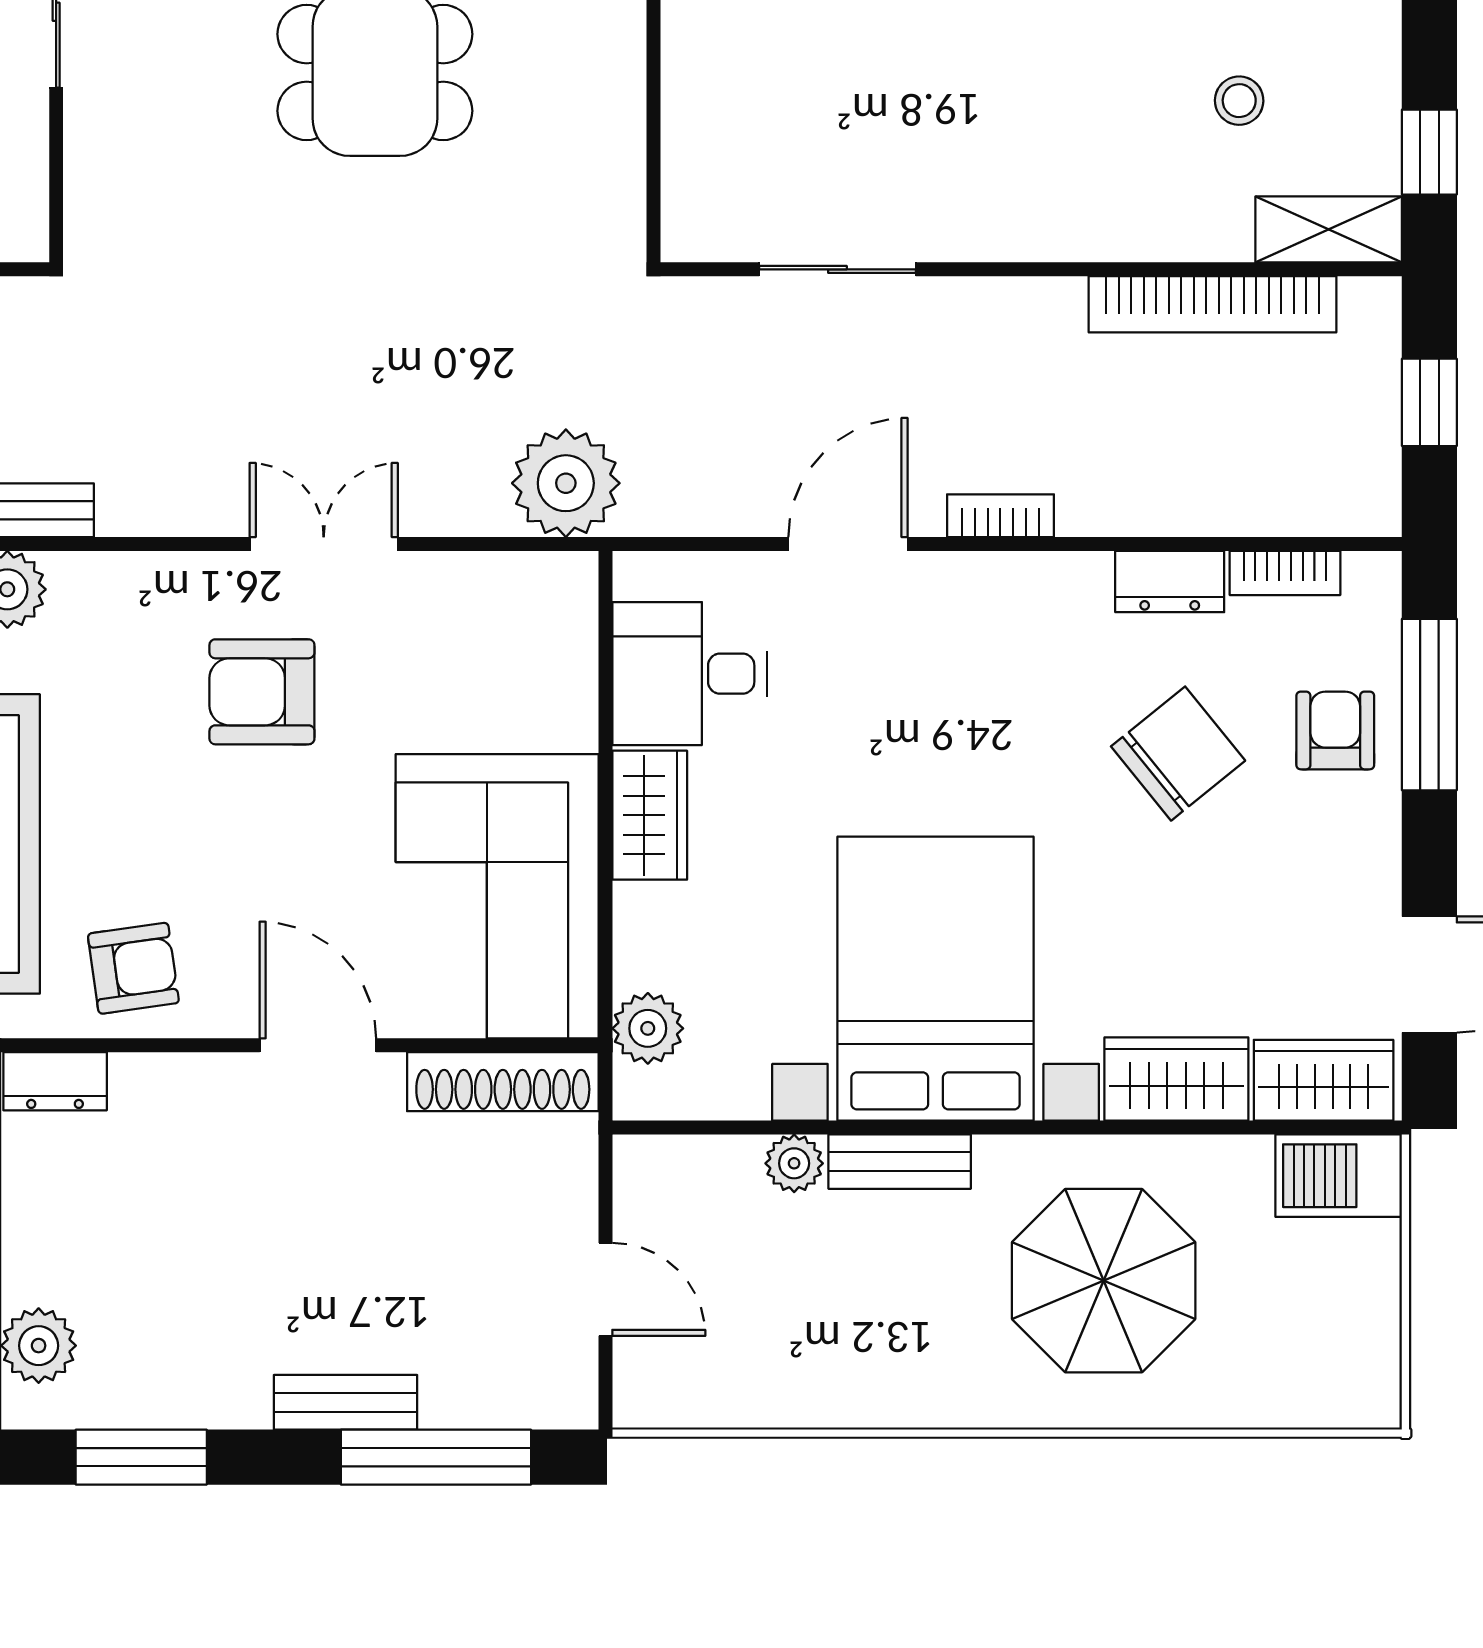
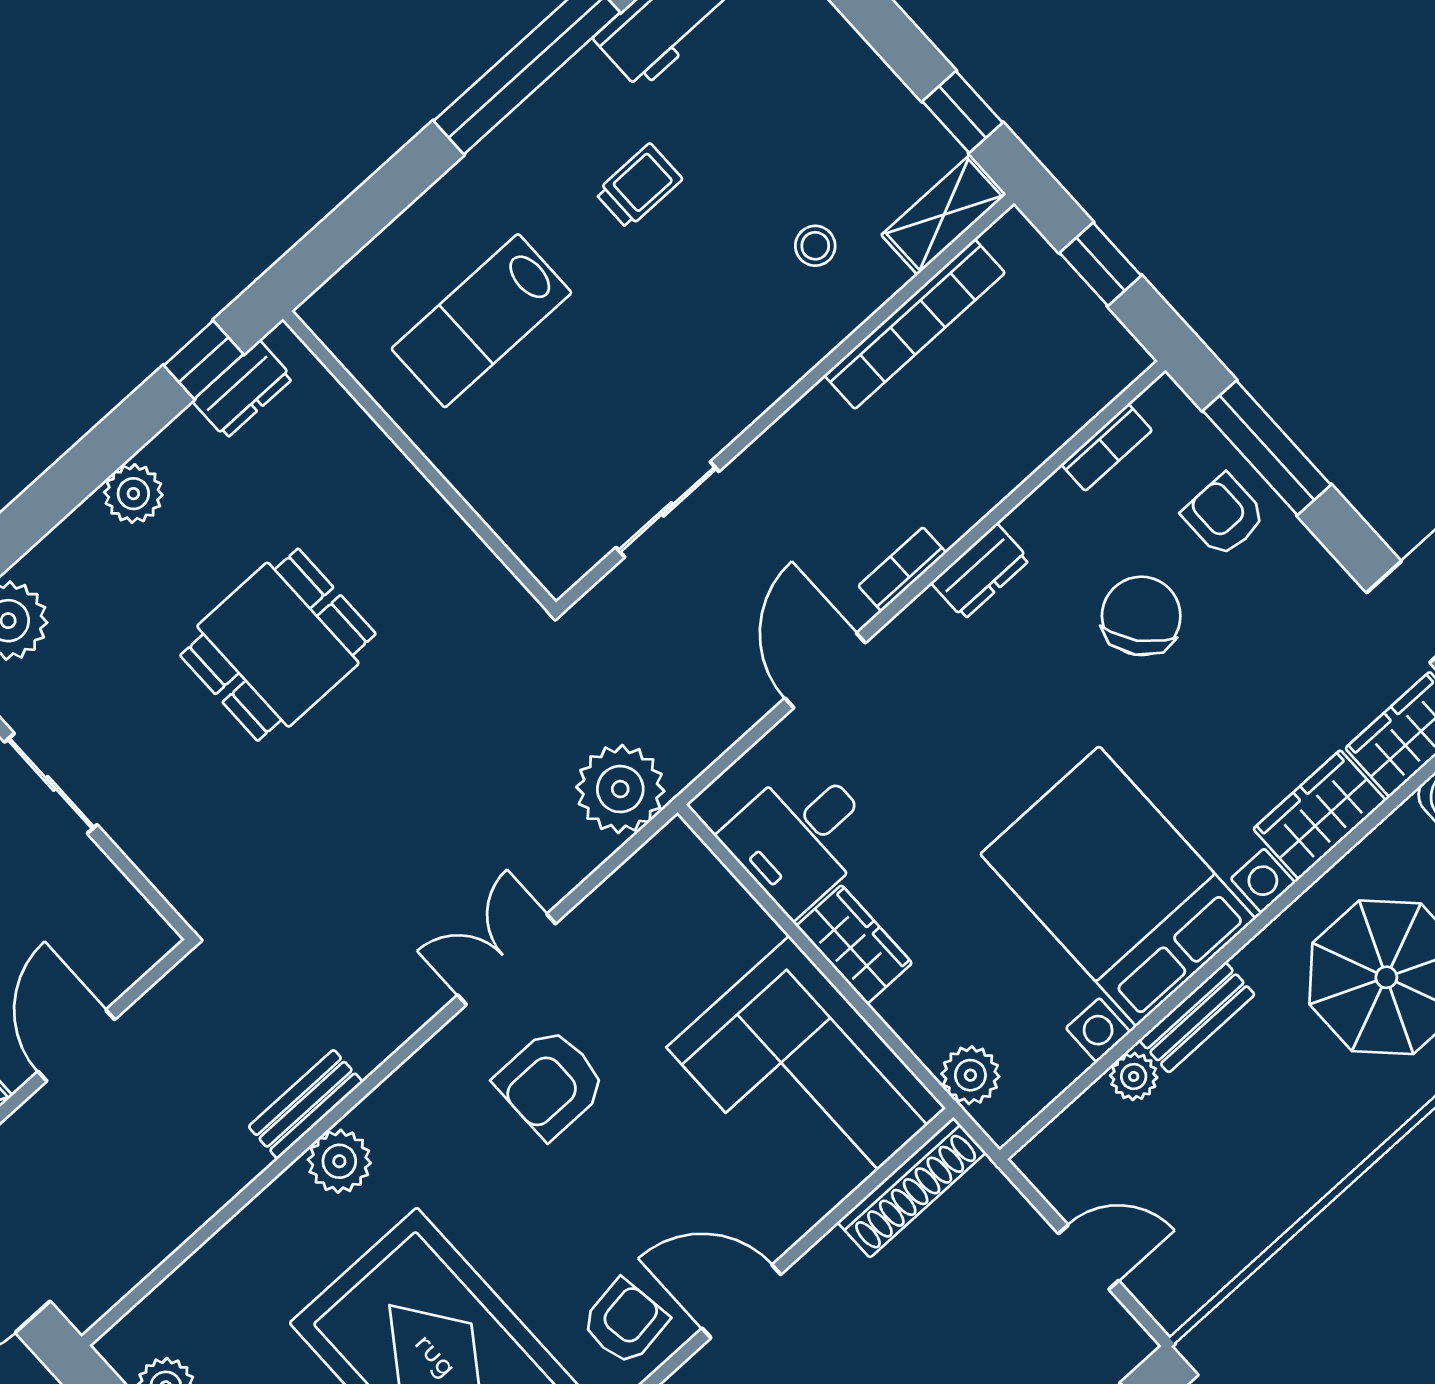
stool: (1239, 101) -> (815, 246), moved
dresser: (1170, 581) -> (980, 571), moved
door: (318, 1045) -> (741, 1301), moved

